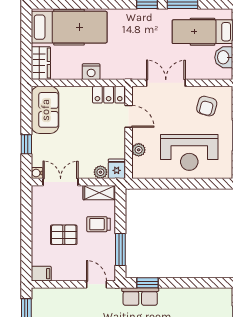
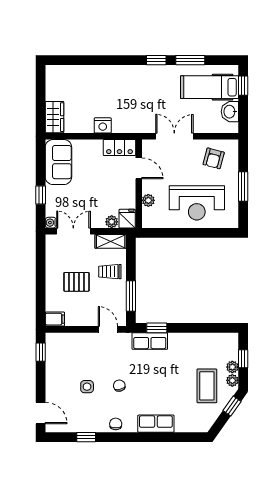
hospital bed: (69, 27) -> (82, 83), removed

